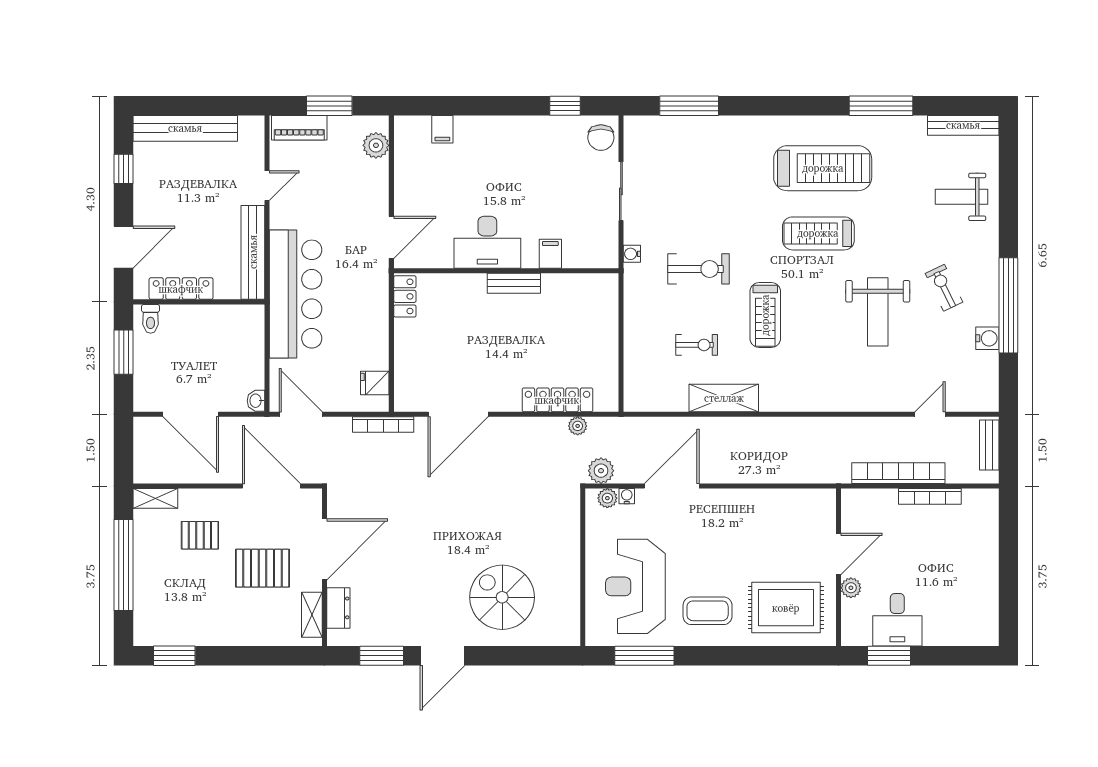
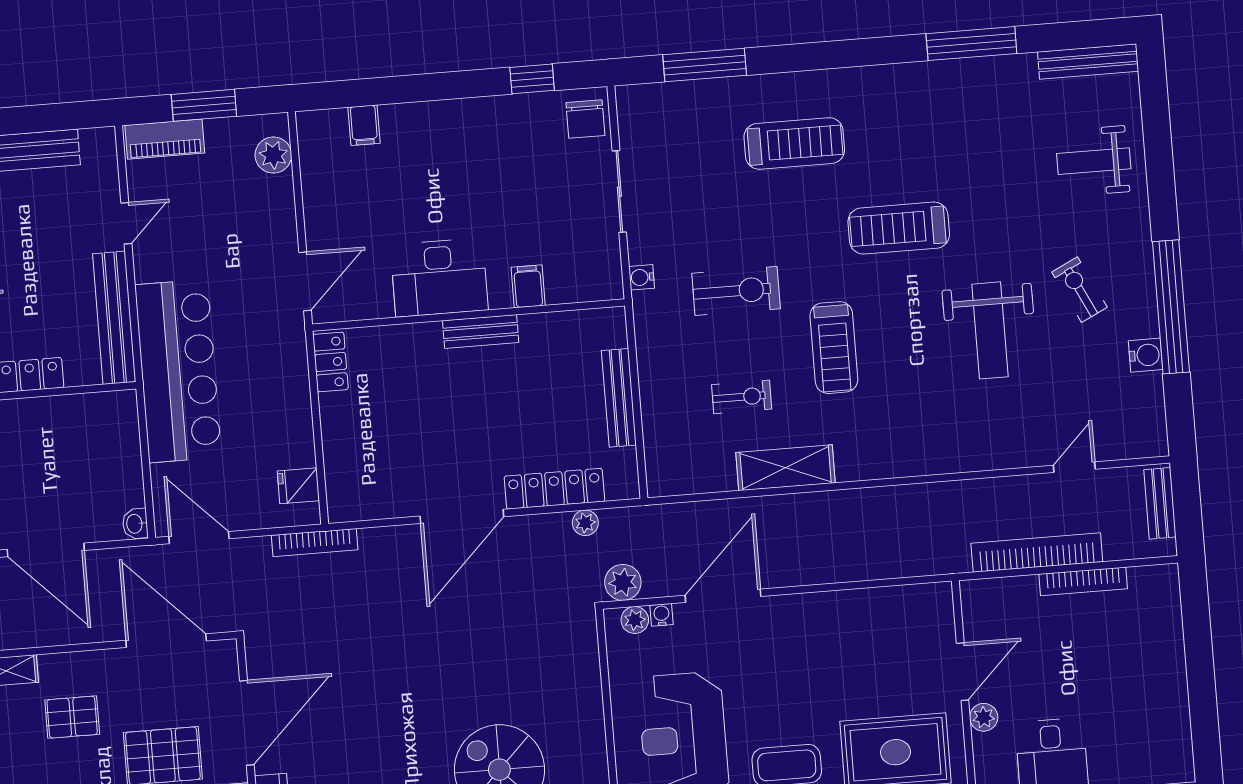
treadmill: (823, 168) -> (794, 143), moved, width x0.73, depth x0.73
bench: (609, 339) -> (619, 398), added
door: (458, 414) -> (462, 516), moved

